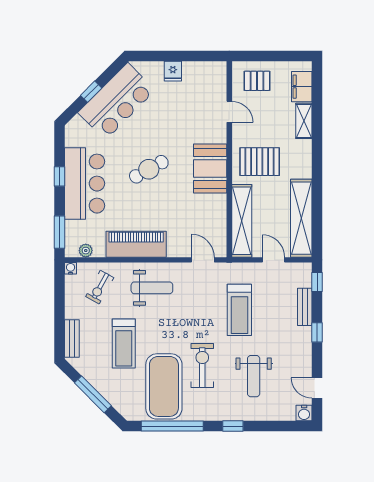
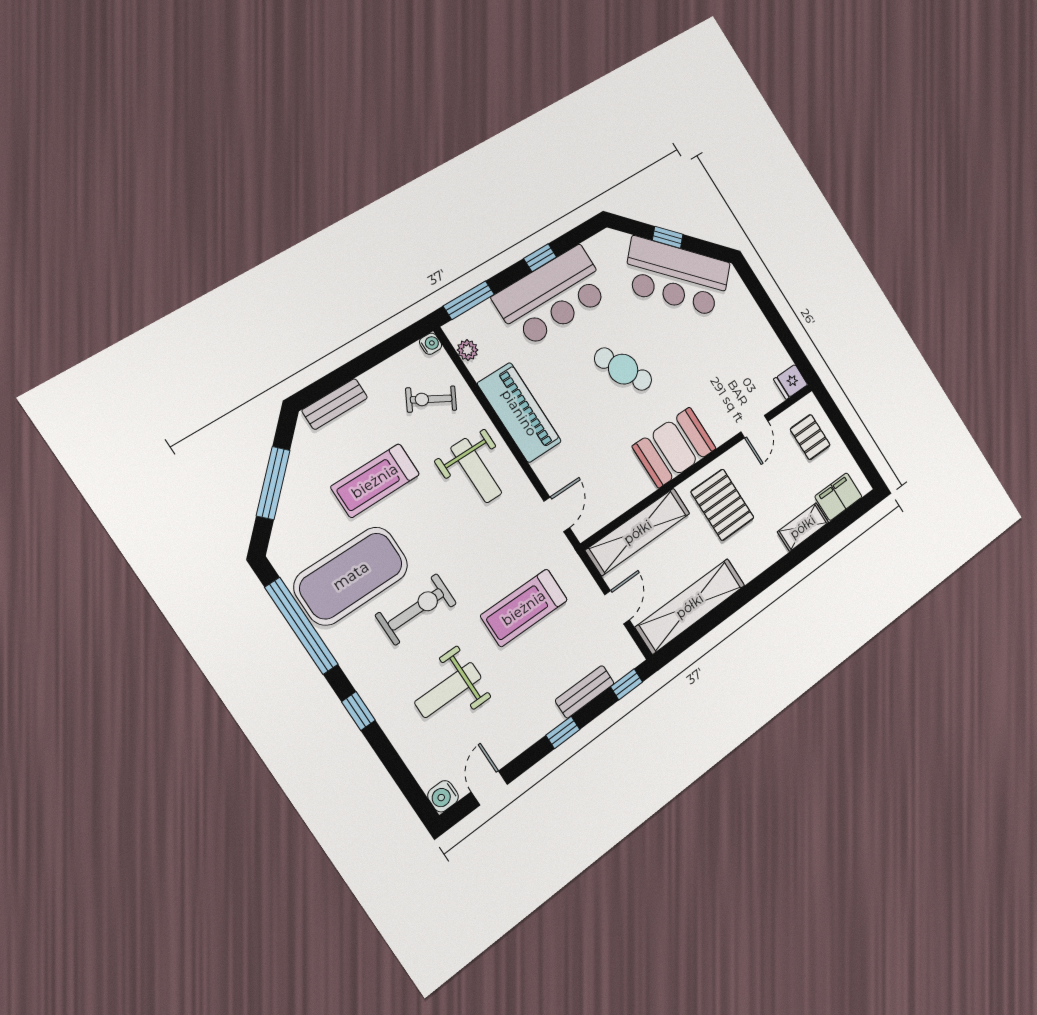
fridge: (173, 71) -> (791, 382), moved

